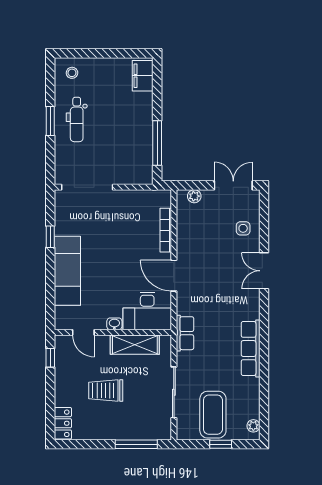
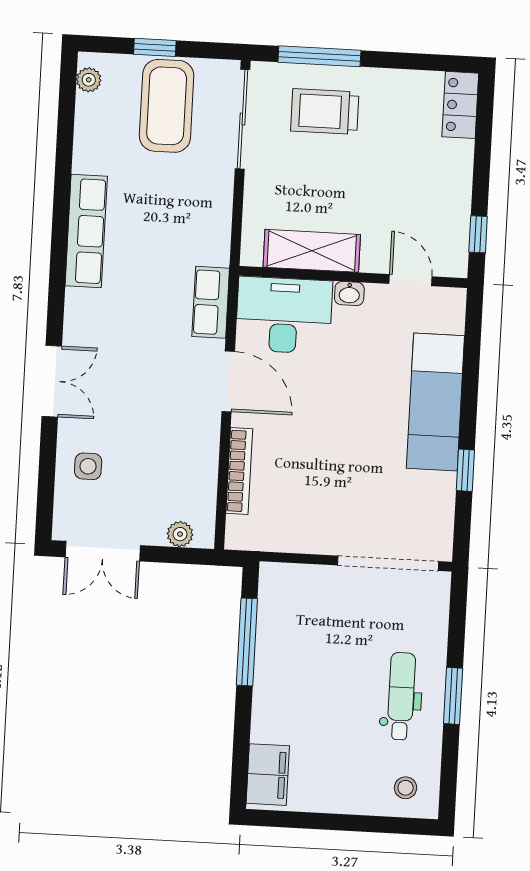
row of seats: (185, 333) -> (211, 302), moved
trolley: (106, 390) -> (325, 112), moved, turned 180
sliding door: (174, 392) -> (242, 119), moved

